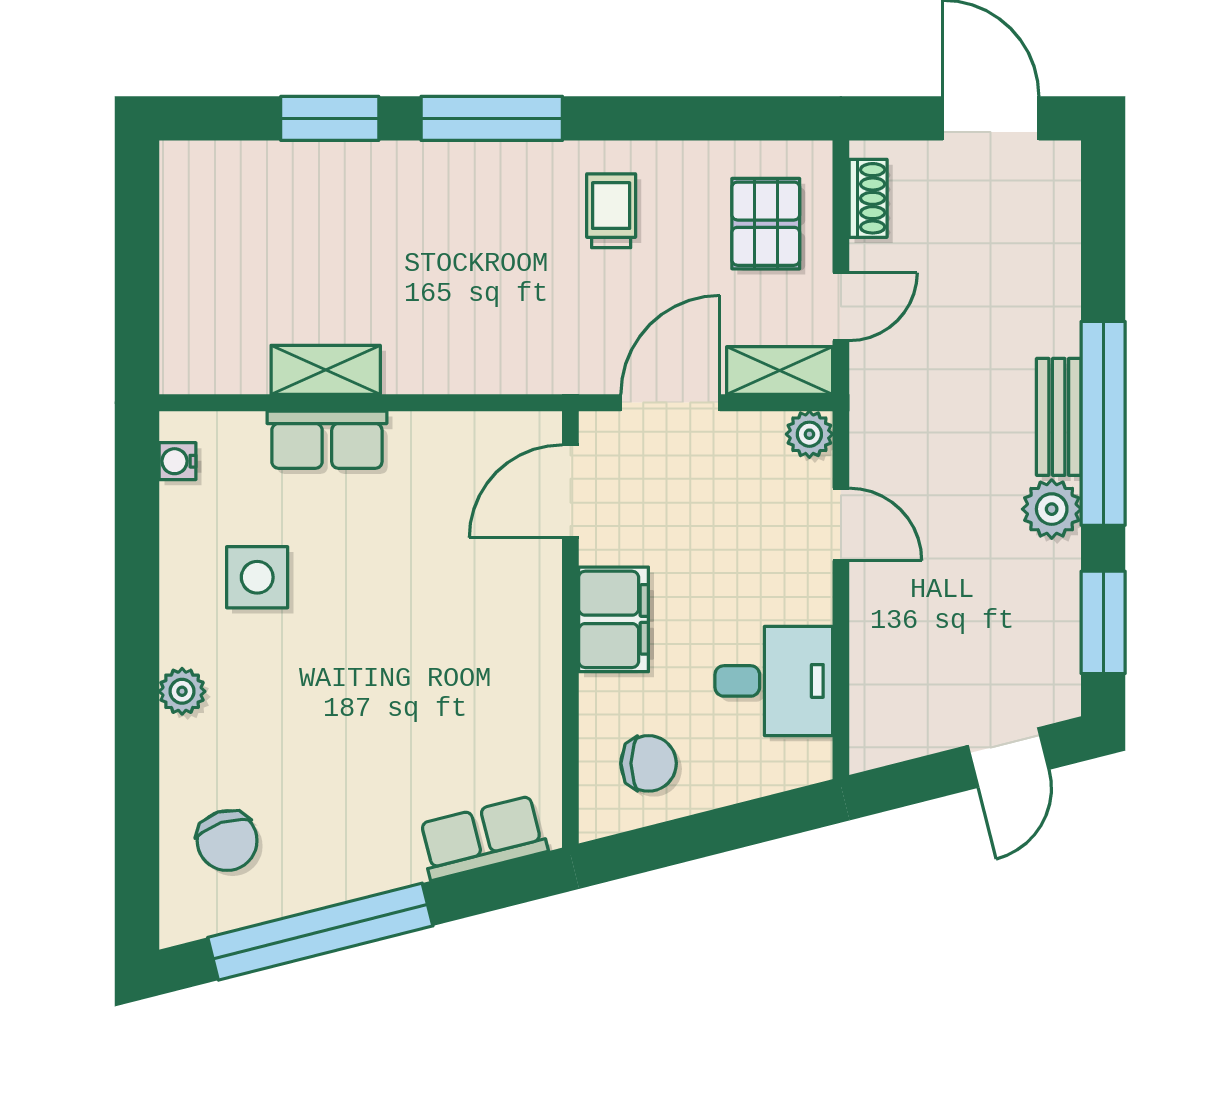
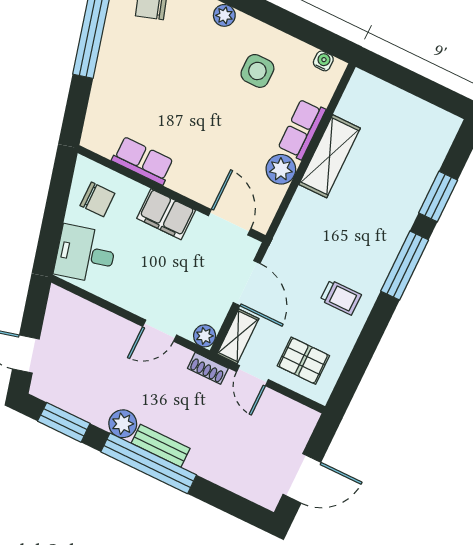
shoe rack: (868, 198) -> (208, 368), moved
shelving: (326, 370) -> (330, 156), width x1.50, depth x1.33
plant: (423, 442) -> (281, 169), added
desk: (774, 681) -> (85, 254), moved, turned 76
chair: (649, 763) -> (97, 199), turned -90
row of seats: (482, 838) -> (143, 161), moved, turned -76

